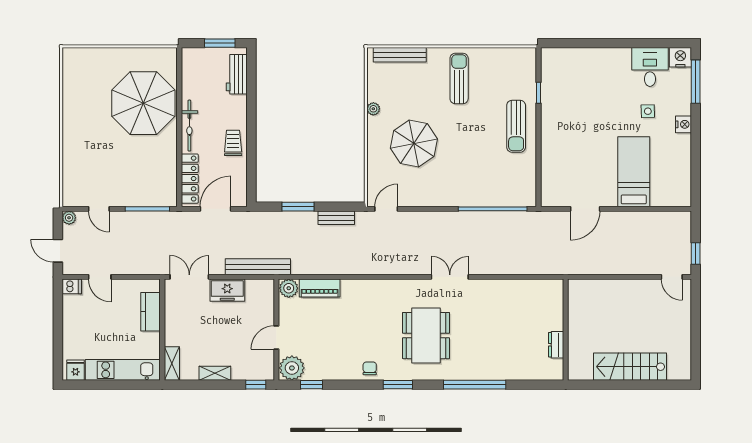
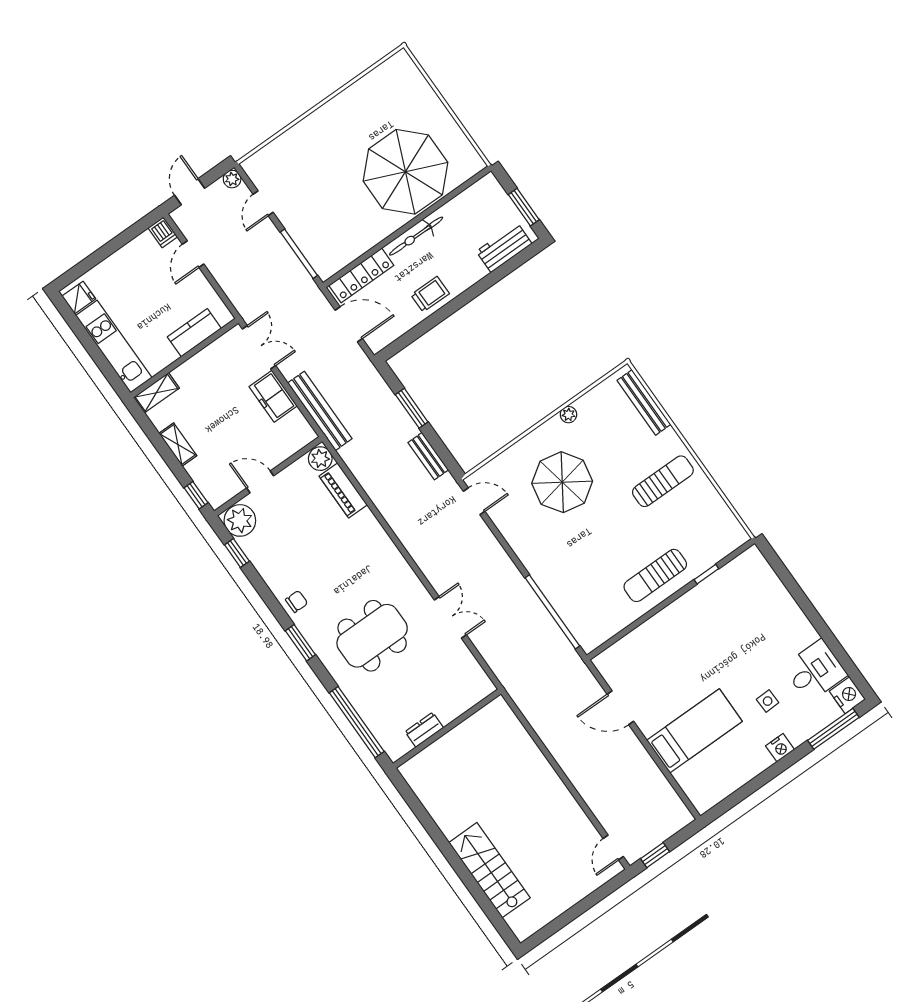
wall: (566, 330) -> (447, 729), moved
dresser: (556, 345) -> (424, 730), moved

